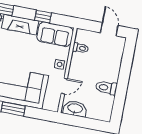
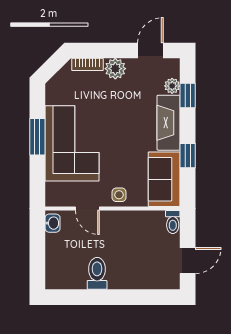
toilet: (80, 48) -> (173, 222), moved
washbasin: (75, 109) -> (53, 223), width x0.52, depth x0.69

